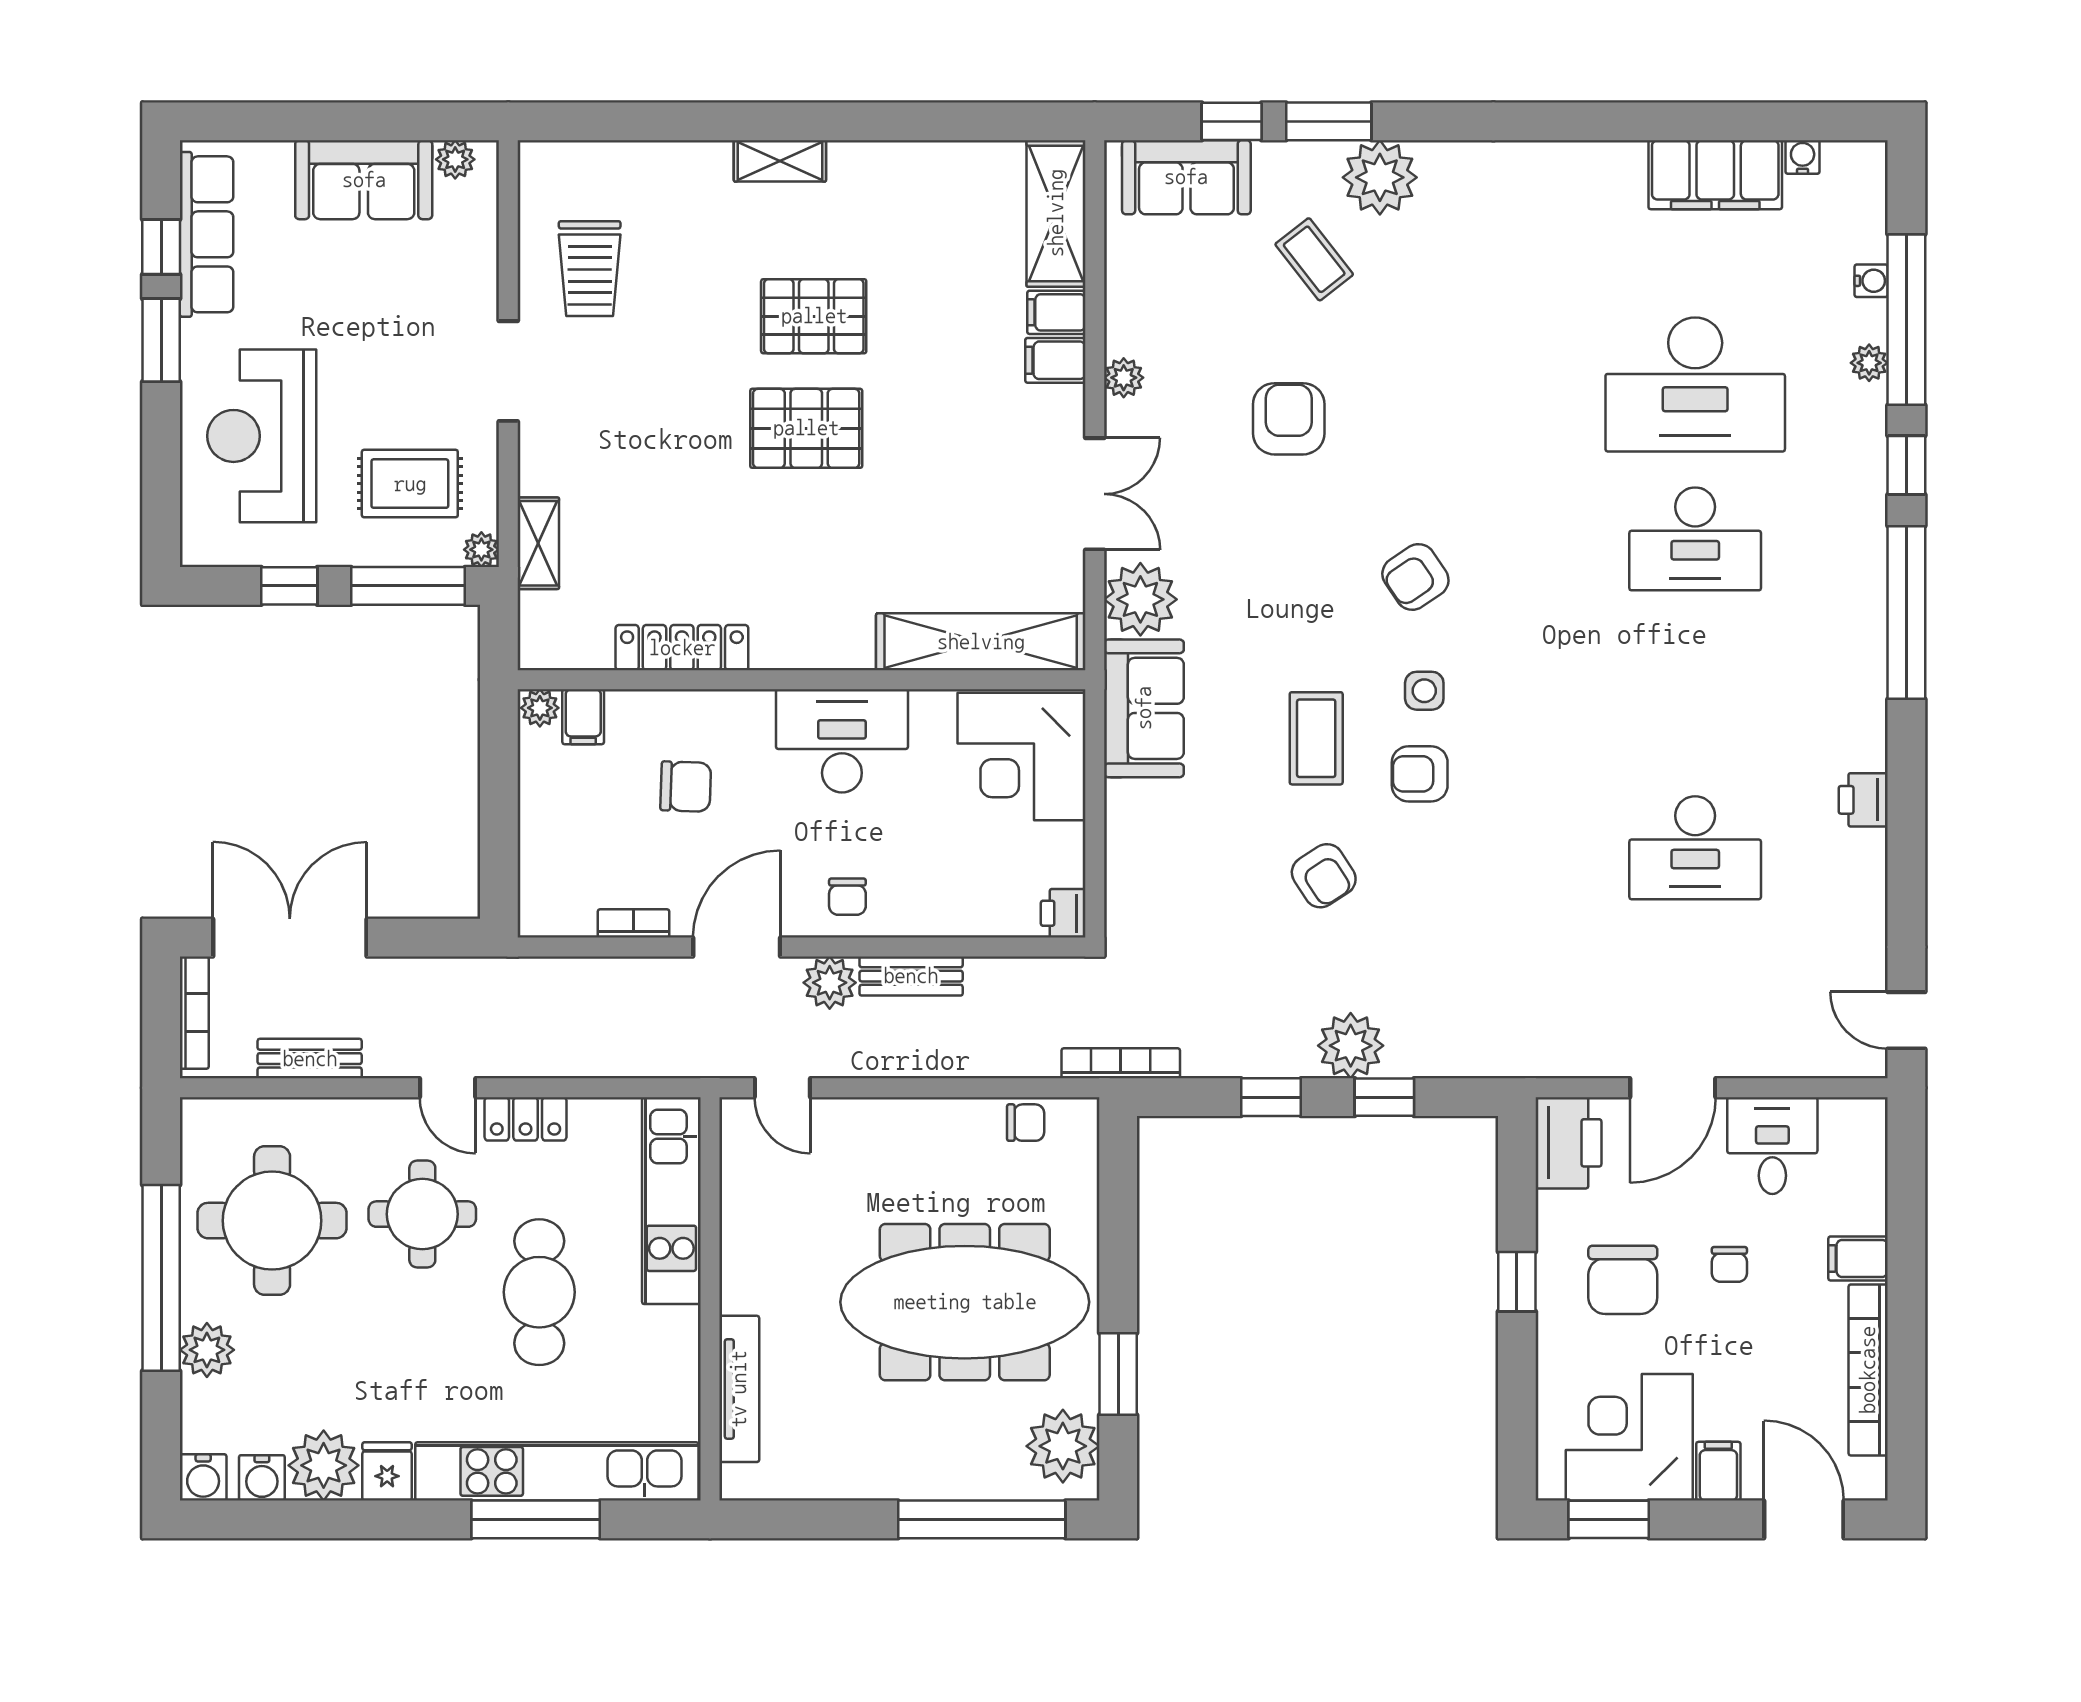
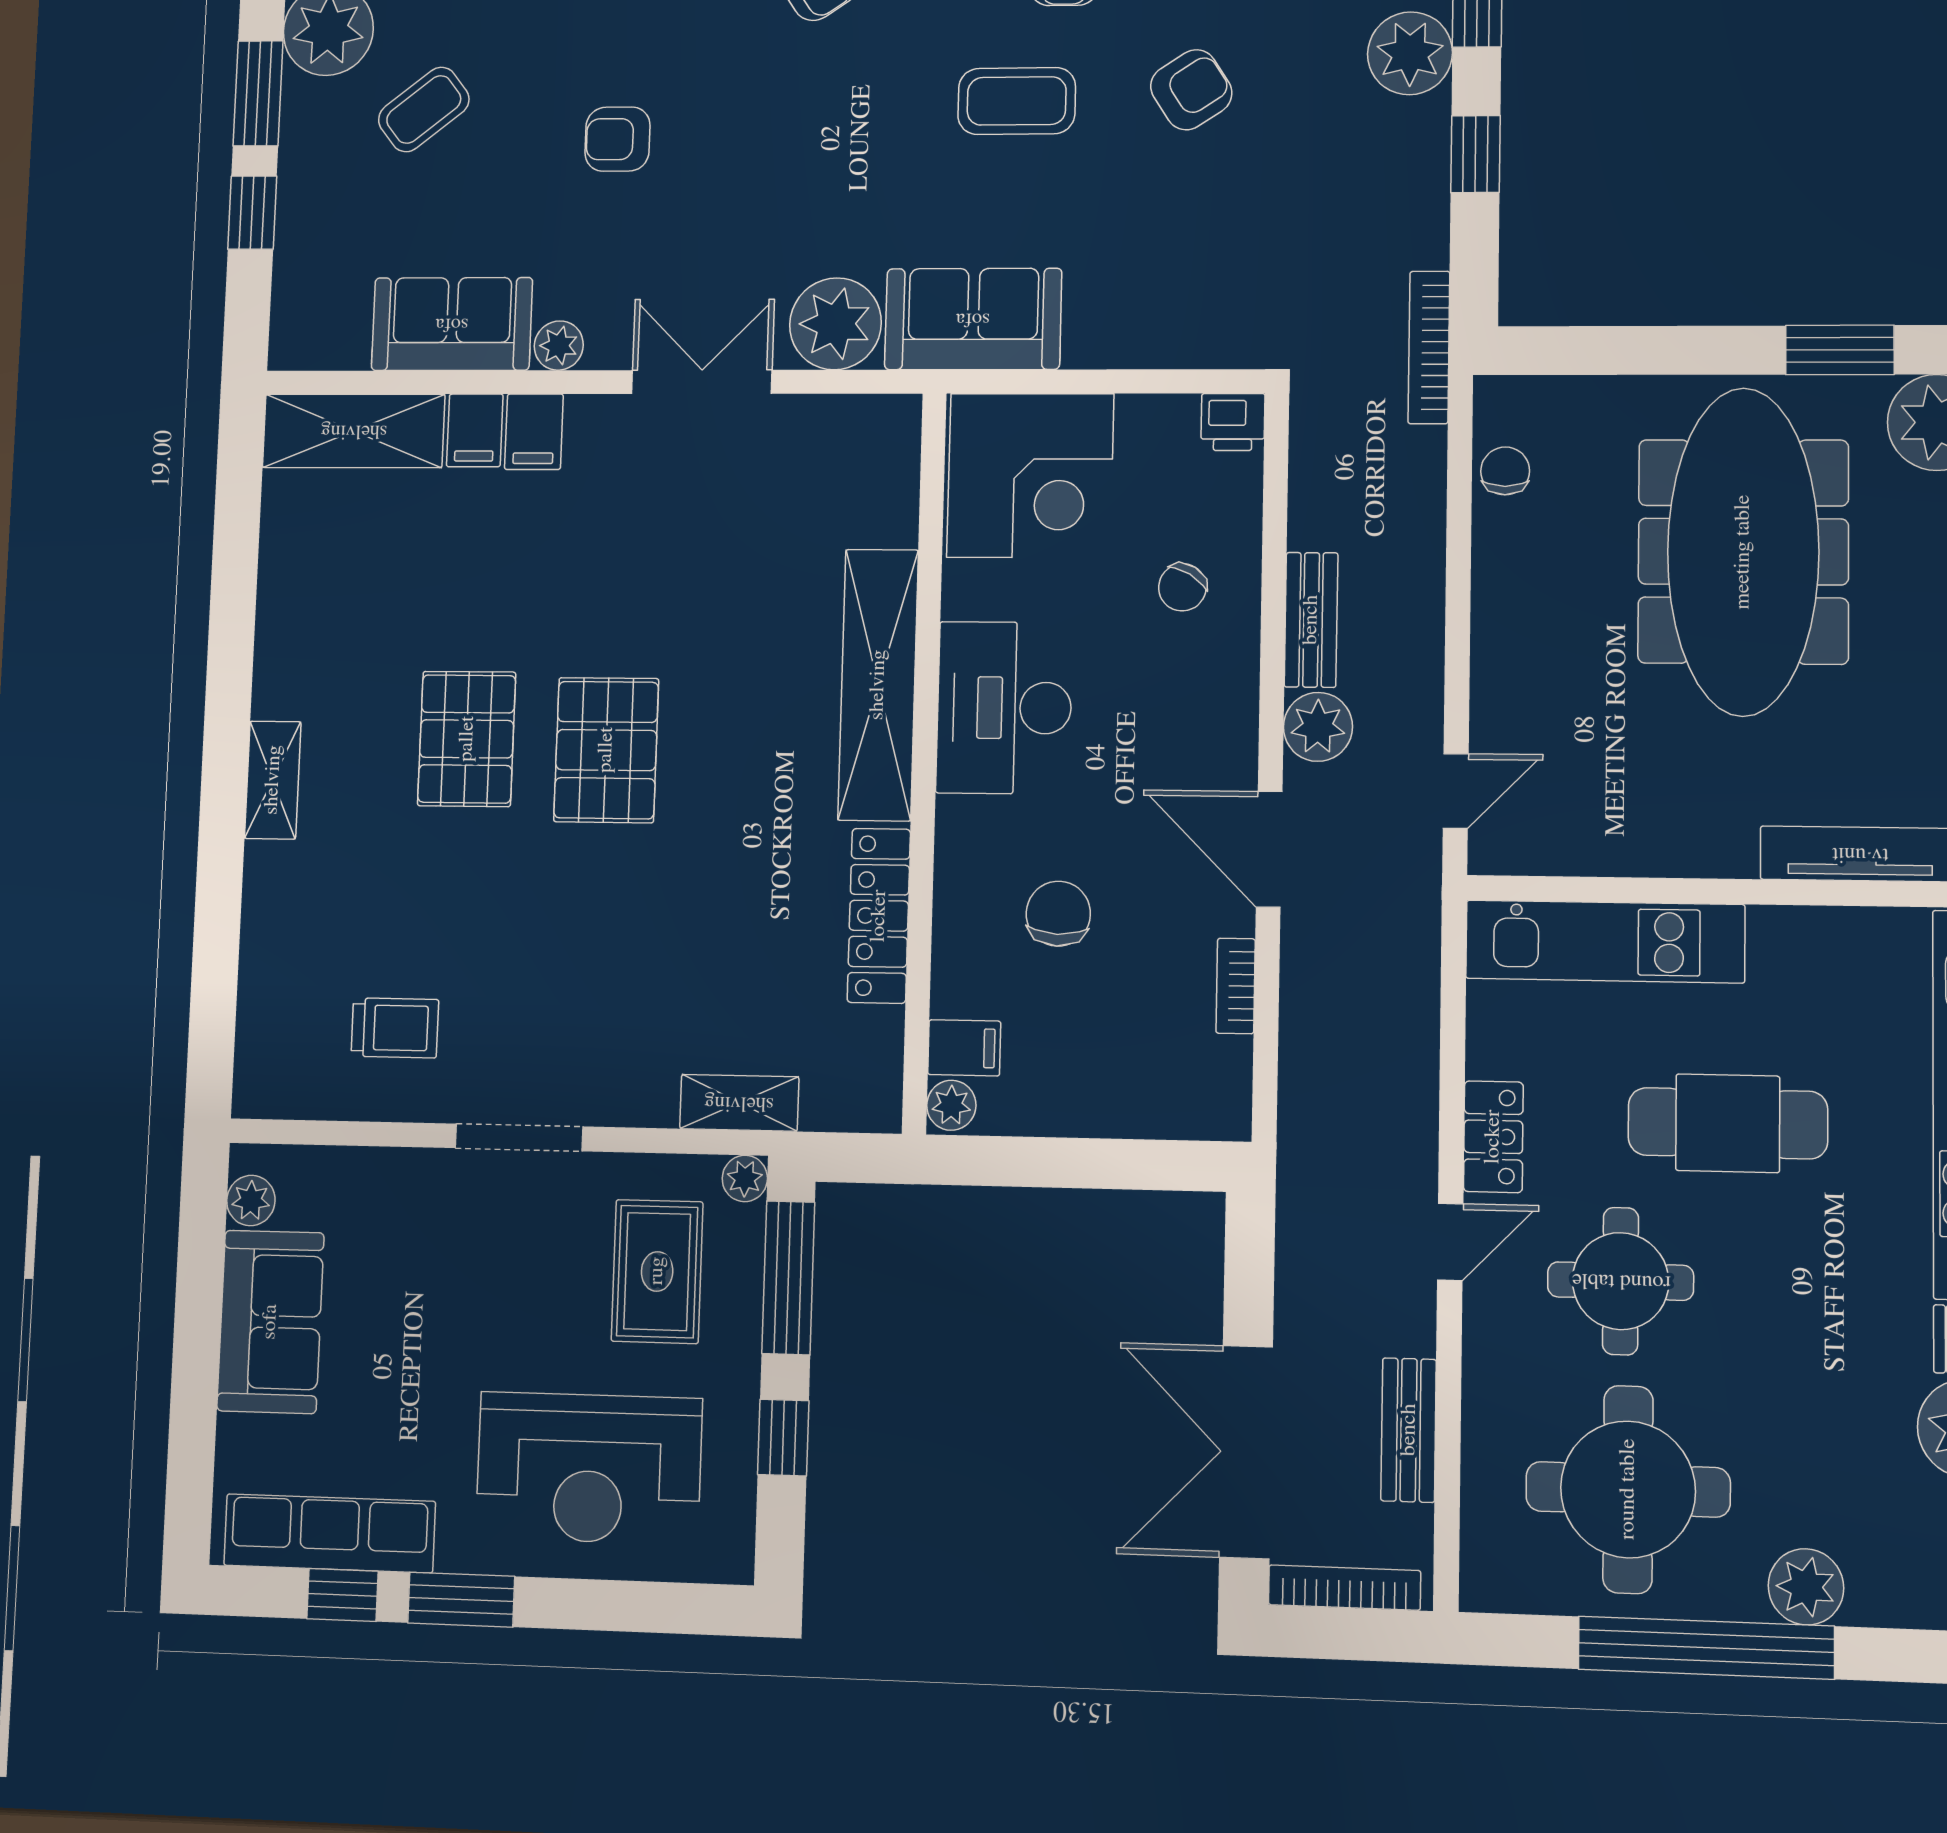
sofa: (1186, 177) -> (452, 324), moved, turned -90
trolley: (590, 269) -> (395, 1028), width x0.73, depth x0.72
armchair: (1289, 419) -> (617, 139), width x0.72, depth x0.72
shelving: (981, 642) -> (878, 685), moved
chair: (847, 897) -> (1182, 587), moved, turned 121

